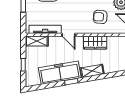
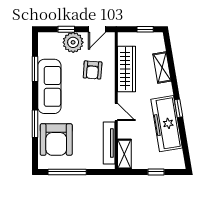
door: (69, 35) -> (116, 112), hinge flipped
wardrobe: (95, 43) -> (127, 69), width x1.50
shelving: (92, 71) -> (162, 67), moved

